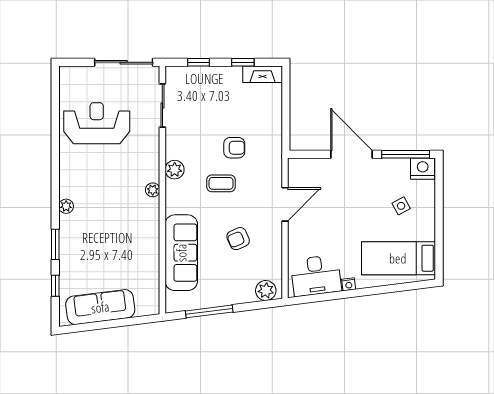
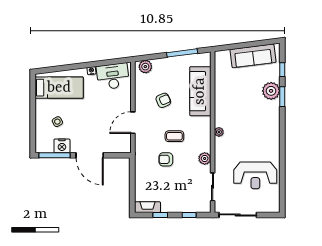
nightstand: (423, 169) -> (62, 146), moved
plant: (175, 170) -> (205, 158), moved
plant: (66, 206) -> (271, 91), moved, width x1.88, depth x1.88

